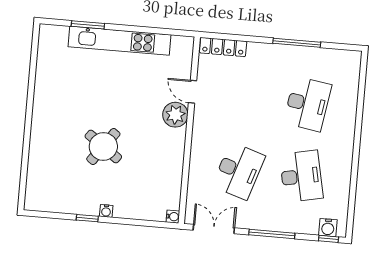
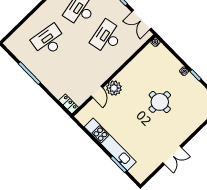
locker: (223, 47) -> (69, 104), width x0.66
double door: (31, 94) -> (172, 155), added
round table: (103, 147) -> (160, 102), turned -36
desk: (239, 171) -> (107, 37), turned -30

